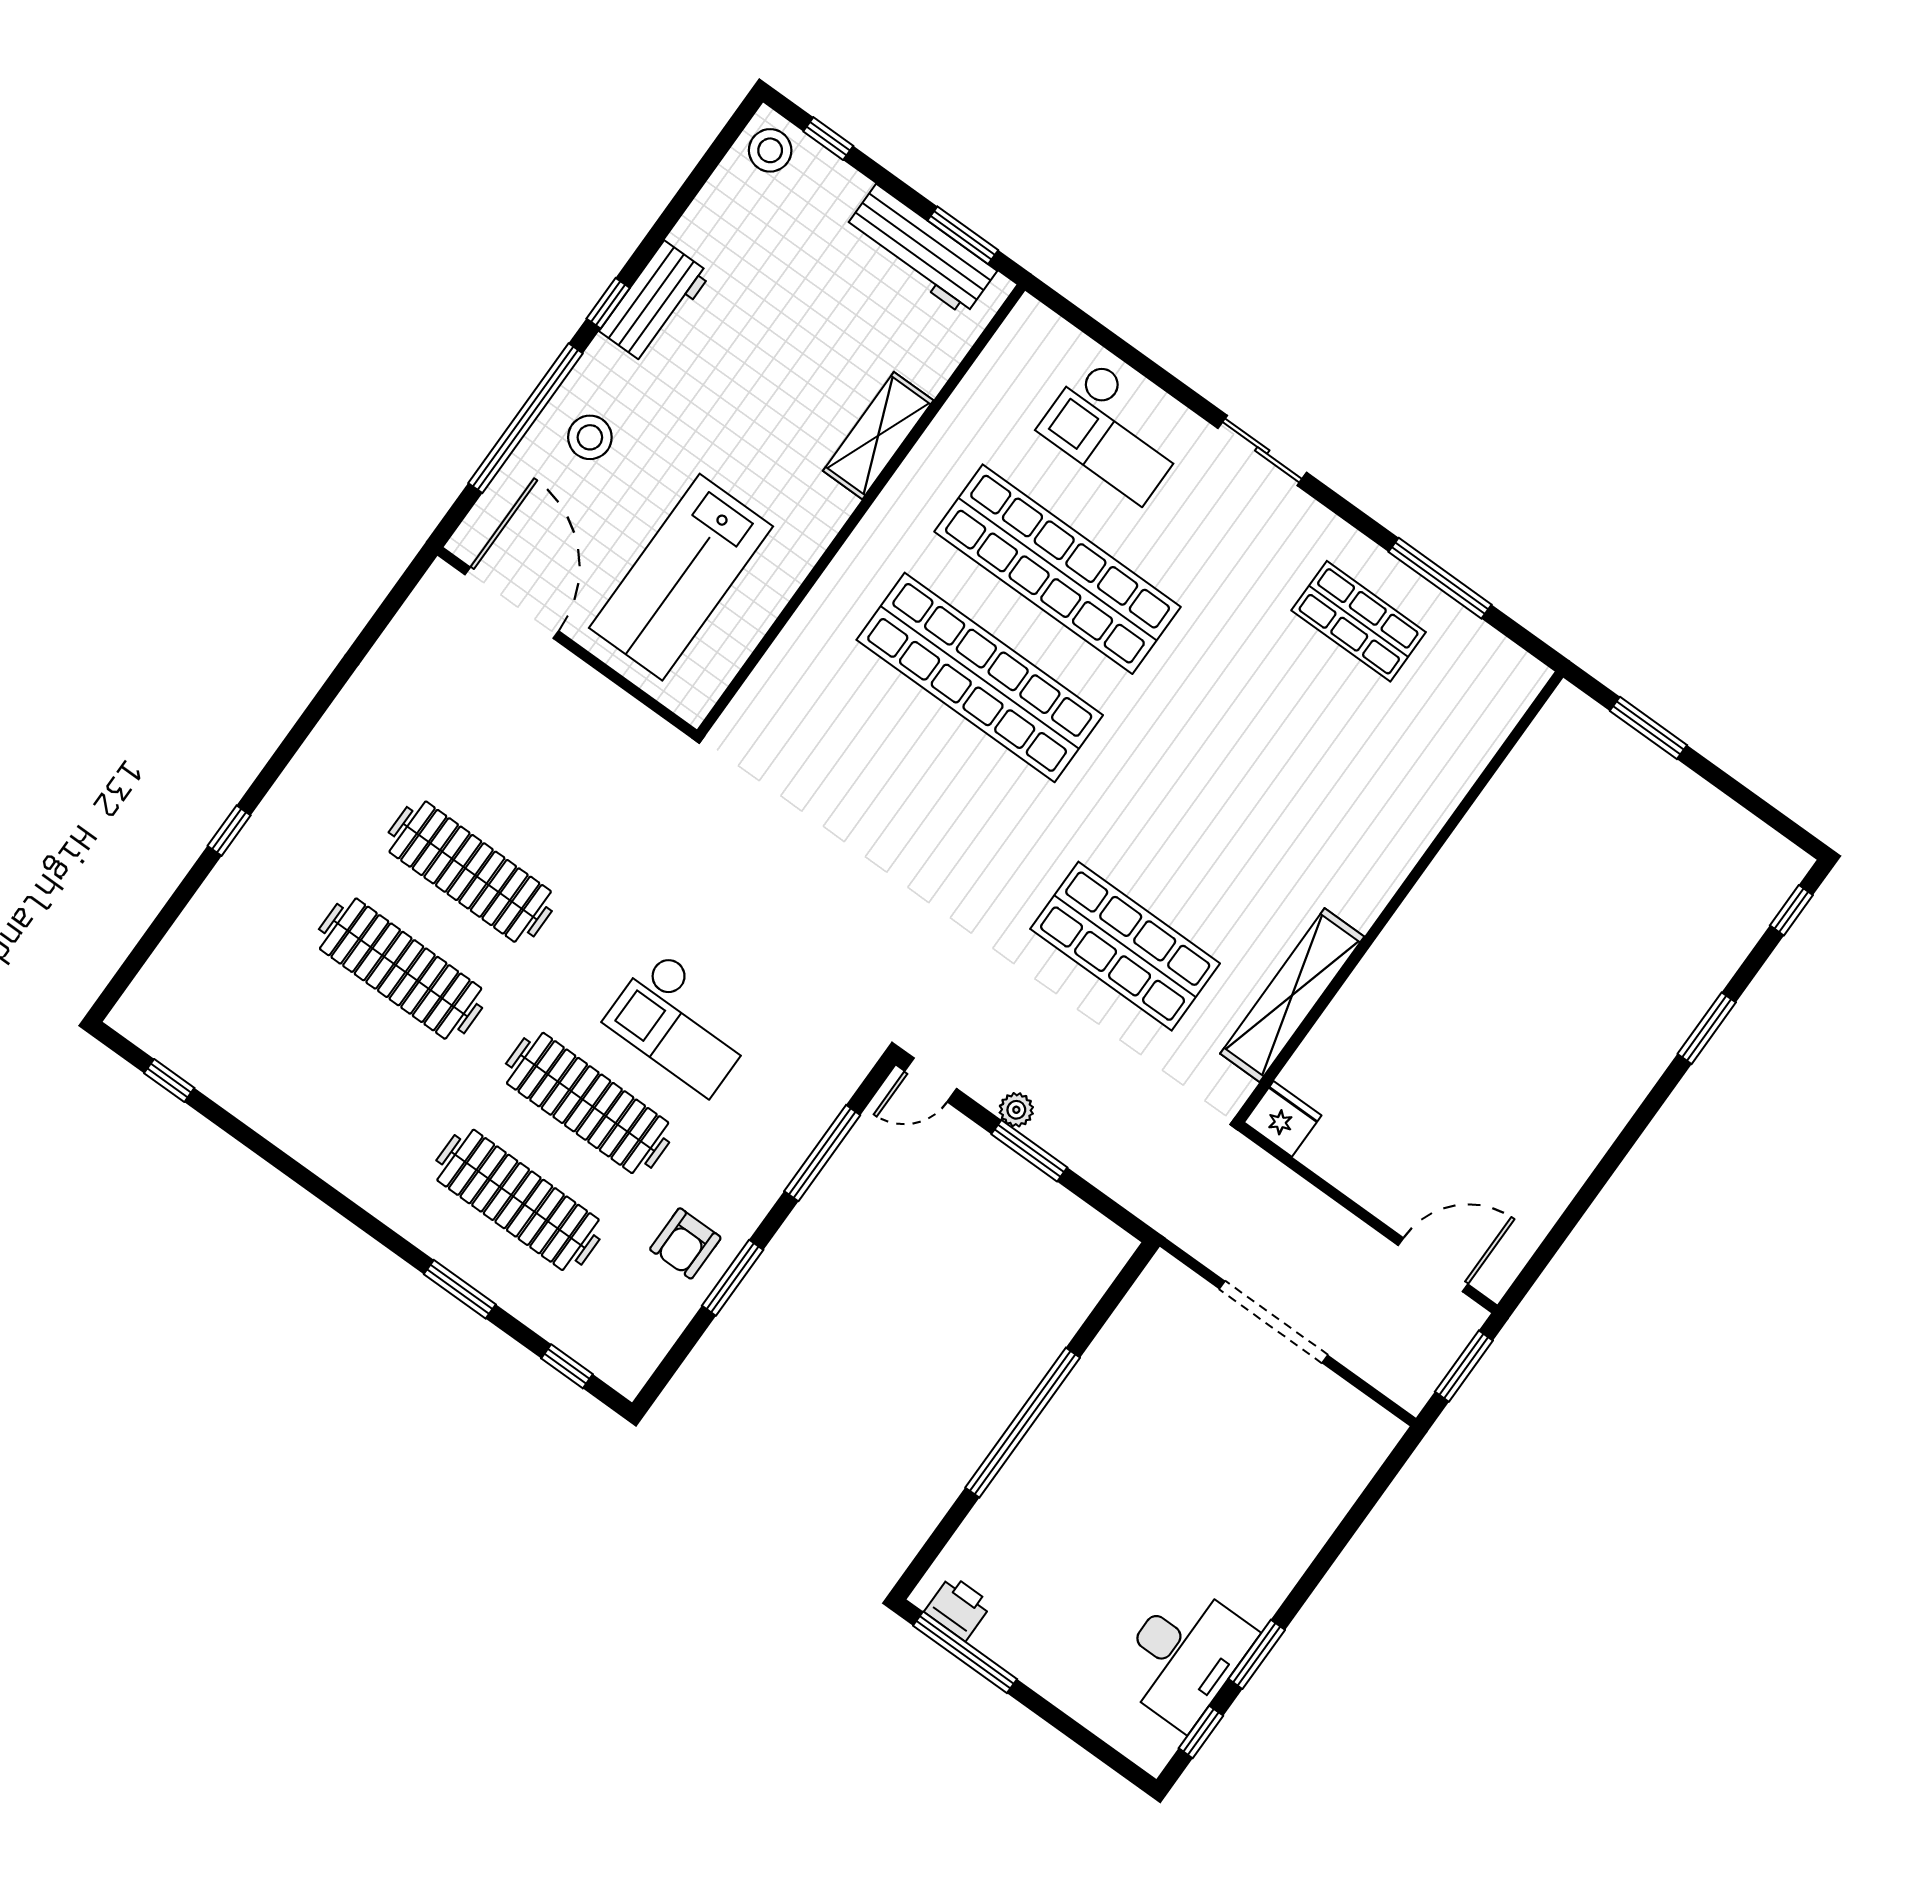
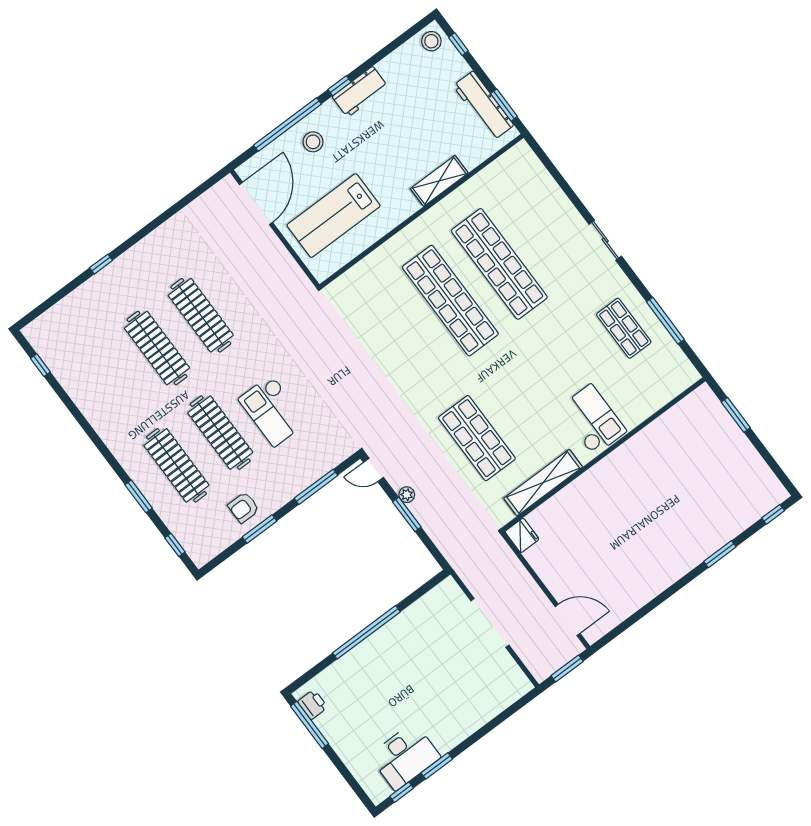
checkout: (1116, 431) -> (592, 420), moved, turned 180

